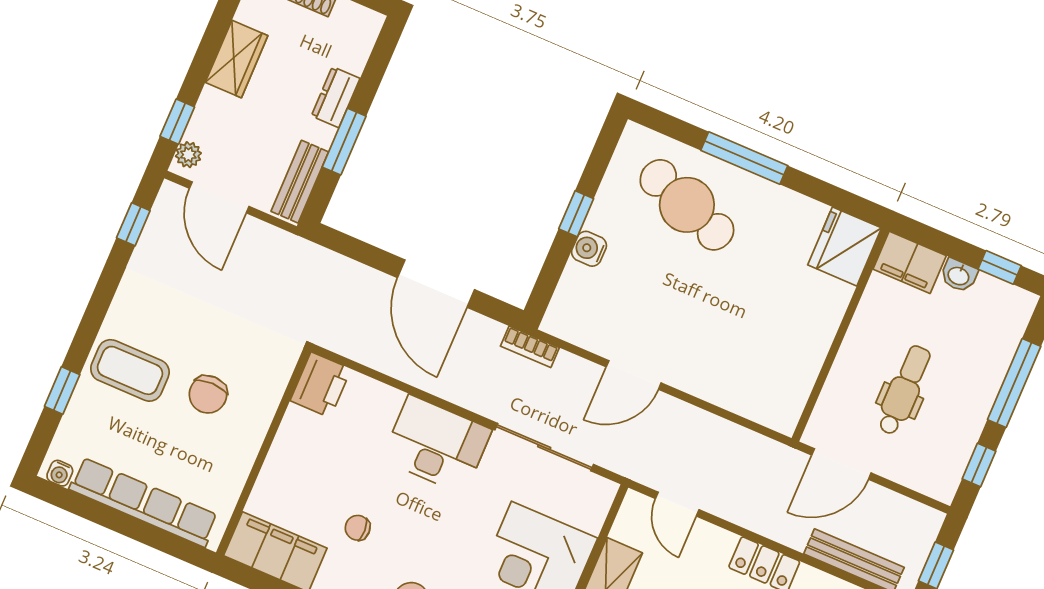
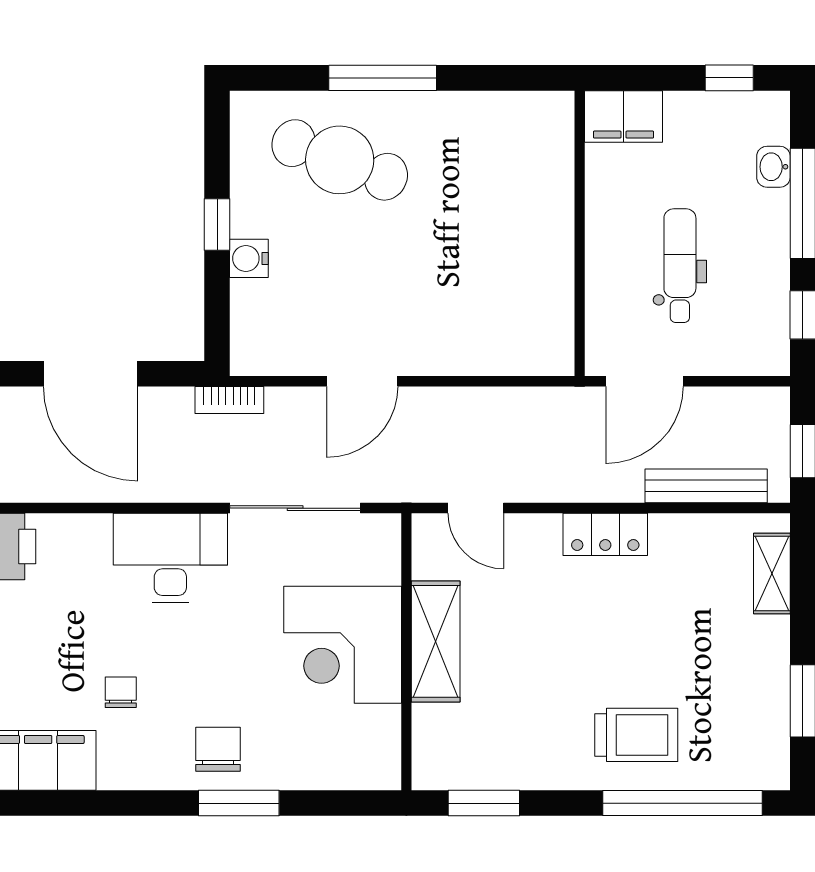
fridge: (845, 246) -> (541, 130), removed
washbasin: (959, 275) -> (773, 167), moved, turned 90
chair: (358, 528) -> (121, 692), turned 93

